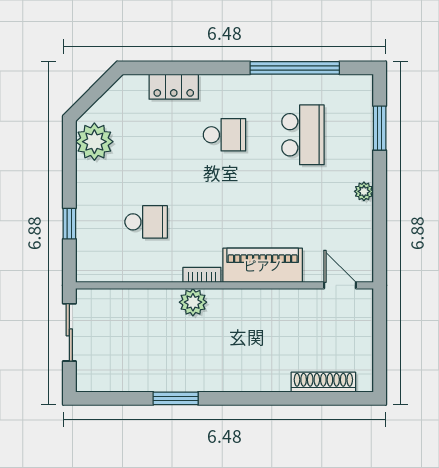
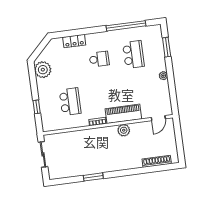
school desk: (146, 222) -> (70, 102), width x1.85
door: (340, 285) -> (158, 118), swing flipped
plant: (193, 302) -> (124, 130), moved

